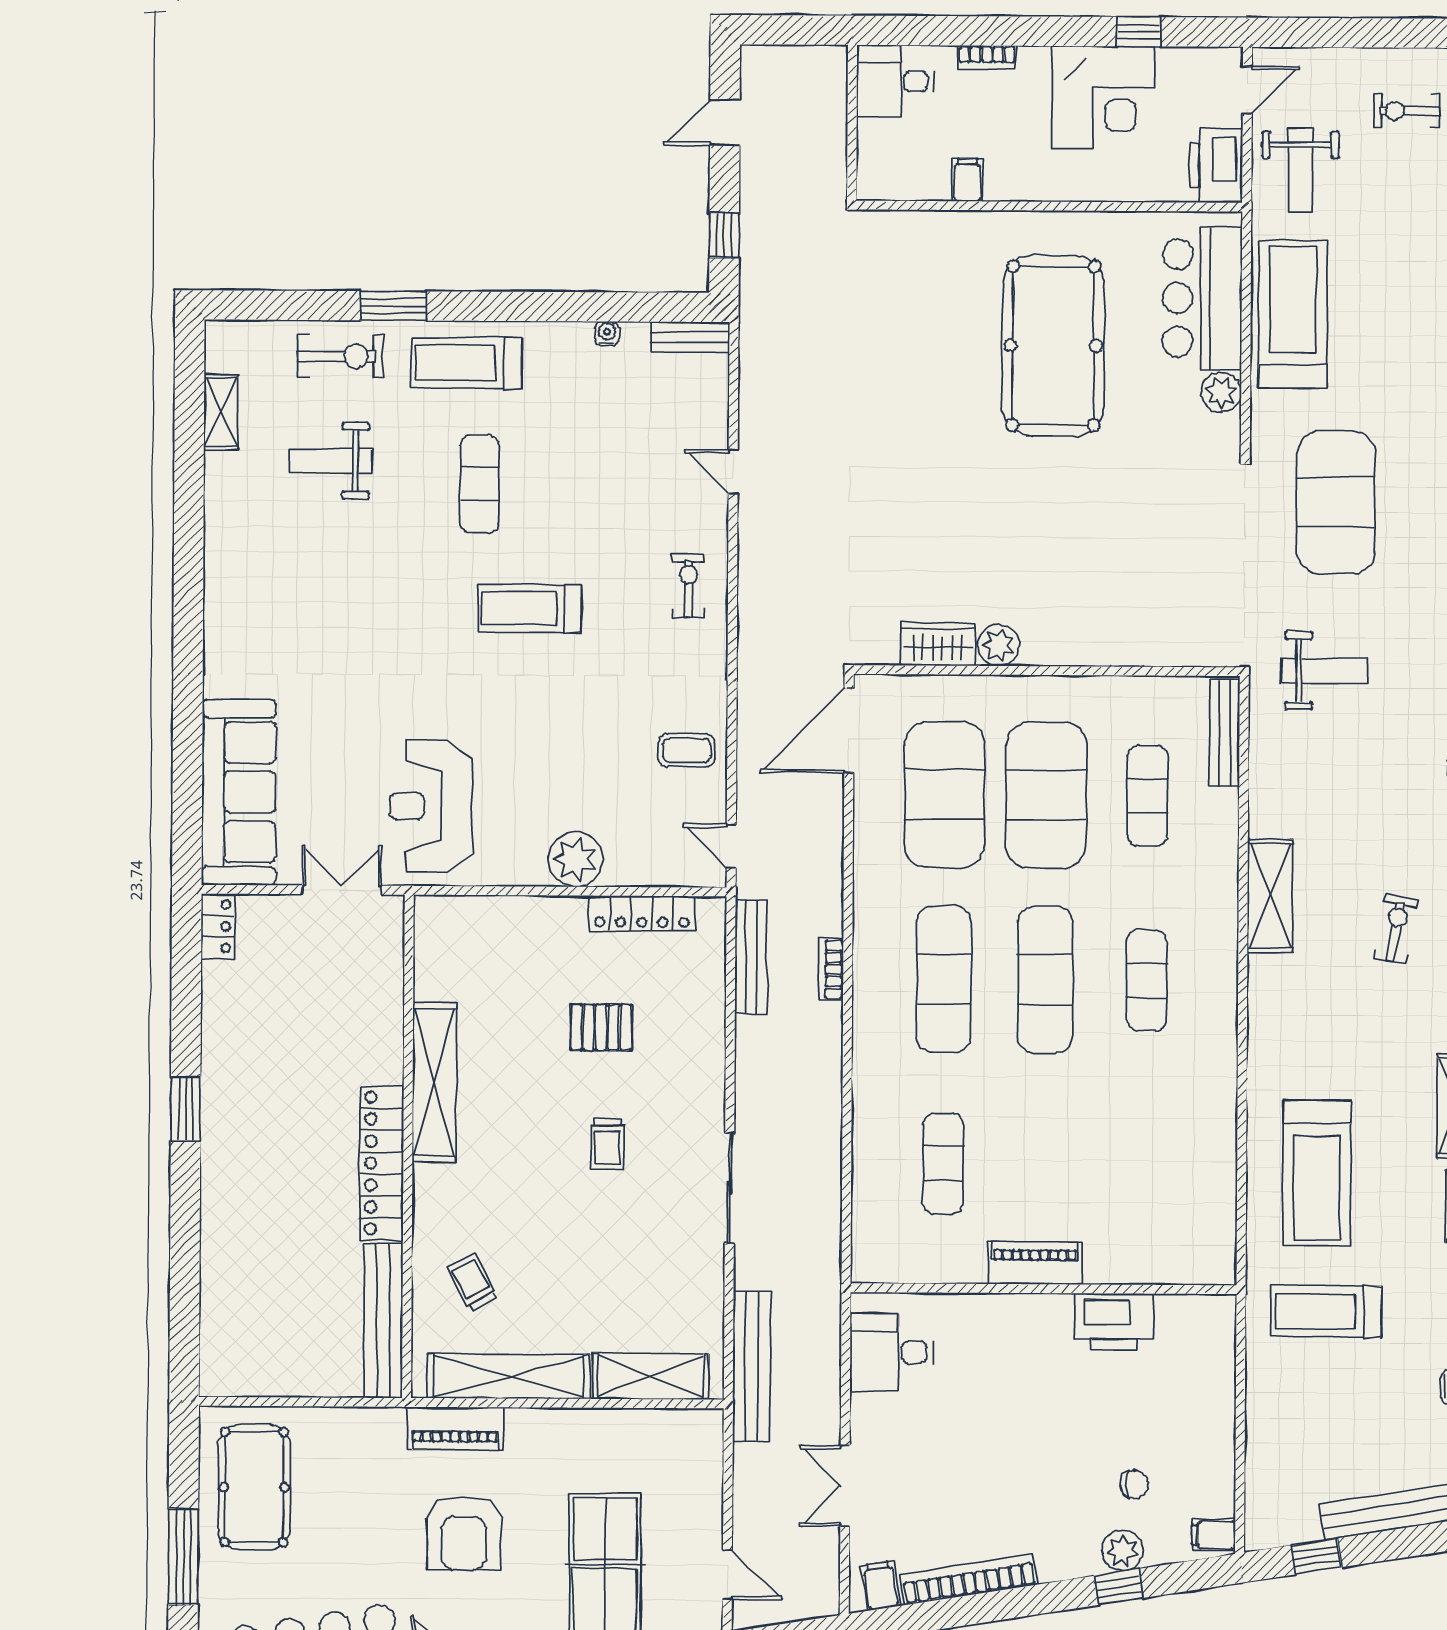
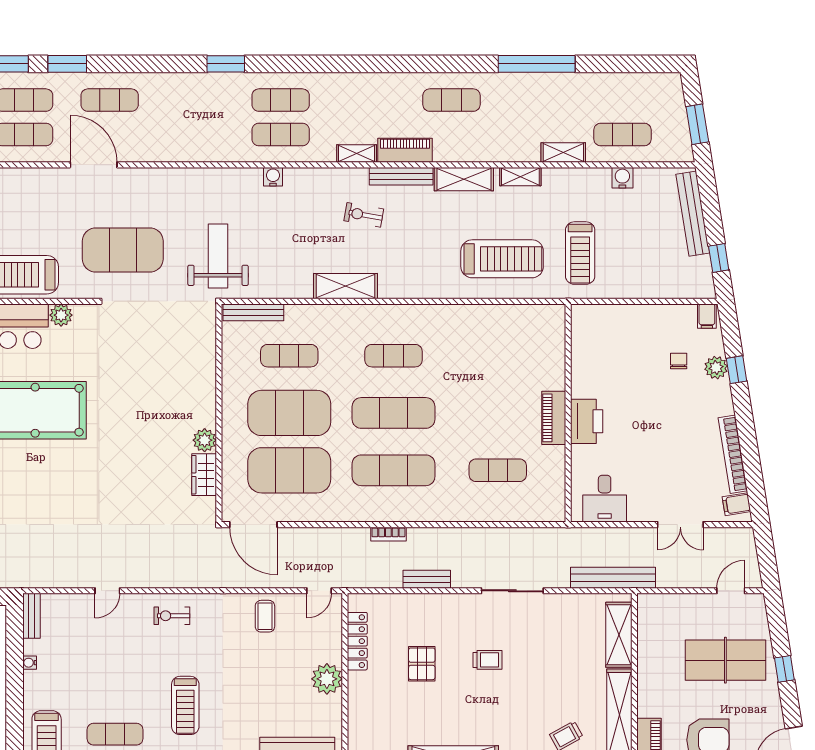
weight bench: (1324, 671) -> (218, 256), width x1.36, depth x1.33
bench: (751, 957) -> (427, 579), moved, width x0.73
printer: (1114, 1322) -> (587, 421), moved

